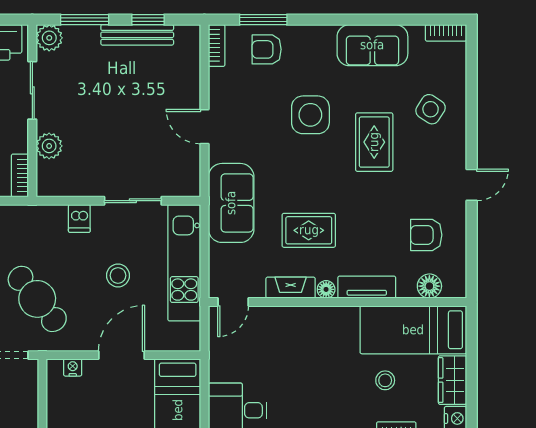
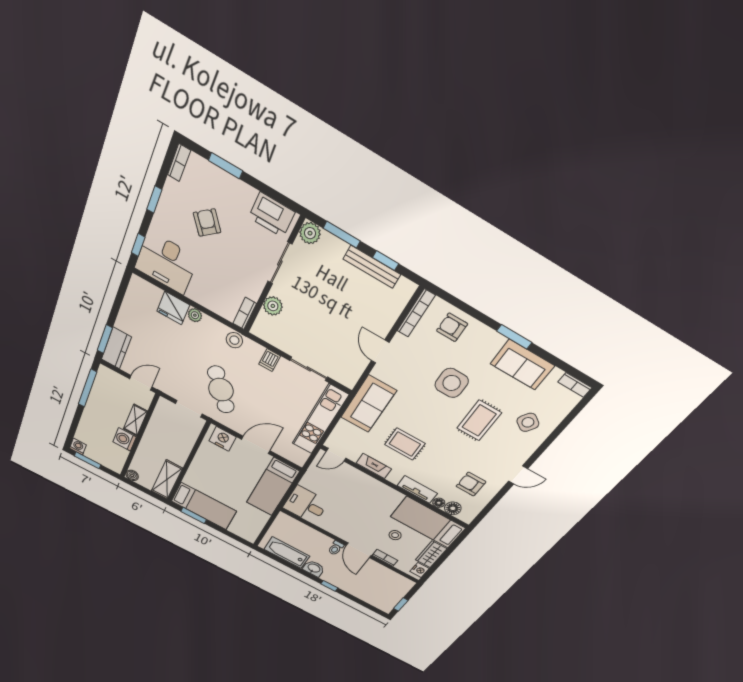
window: (263, 20) -> (514, 337), moved
bookcase: (217, 46) -> (416, 313), width x1.56
stool: (118, 275) -> (234, 340), moved
floor lamp: (326, 289) -> (439, 503), moved
nightstand: (73, 368) -> (223, 439), width x1.89, depth x1.79

